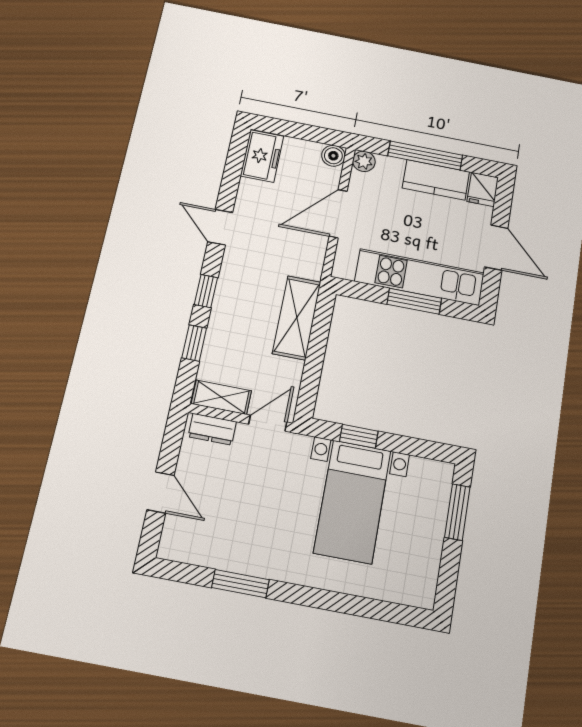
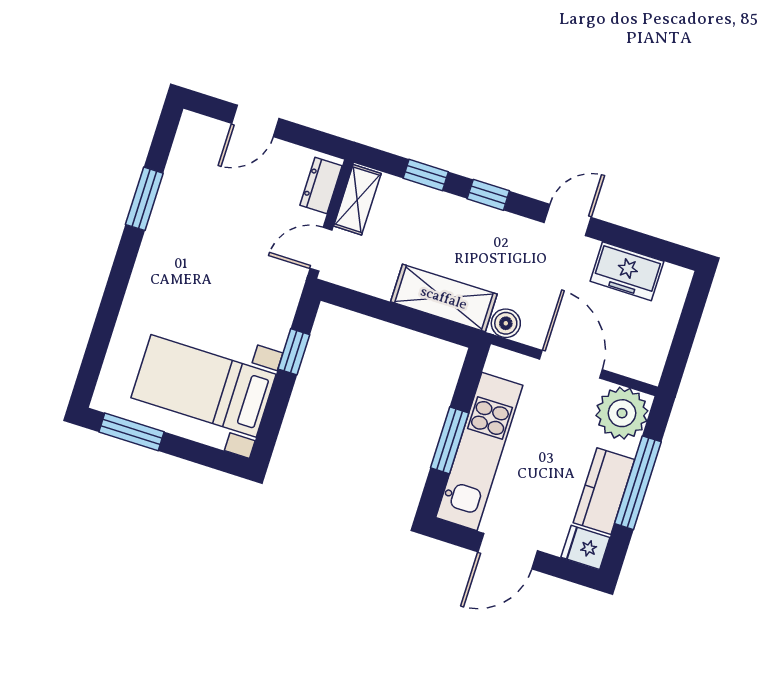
freezer: (262, 156) -> (627, 271), moved
boiler: (333, 156) -> (506, 323), moved
plant: (364, 161) -> (622, 413), width x1.88, depth x1.88
door: (268, 423) -> (321, 249), swing flipped
bed with nightstands: (352, 501) -> (204, 386), moved
window: (457, 512) -> (131, 432), moved

